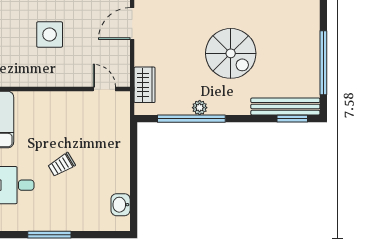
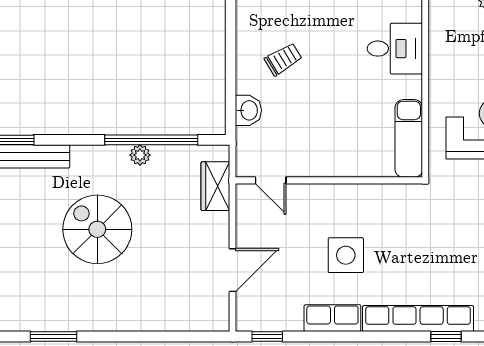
trolley: (62, 165) -> (283, 59), moved
washbasin: (121, 205) -> (248, 110), moved

